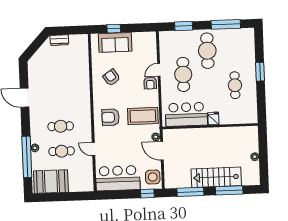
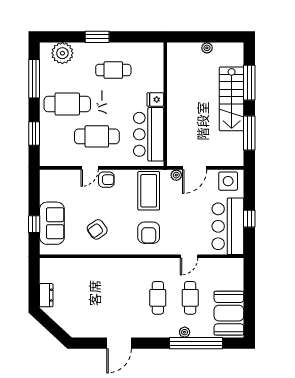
plant: (246, 45) -> (62, 53), added
door: (159, 70) -> (90, 168), hinge flipped
window: (147, 194) -> (249, 219), moved

